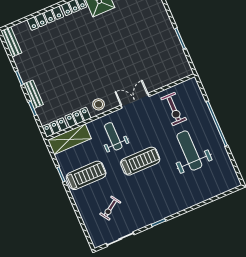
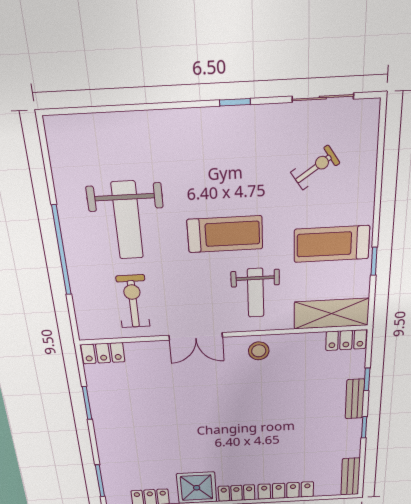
locker: (78, 117) -> (103, 353), moved
treadmill: (140, 161) -> (225, 234), turned 180

